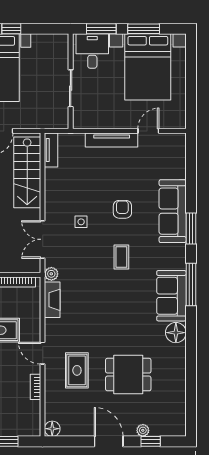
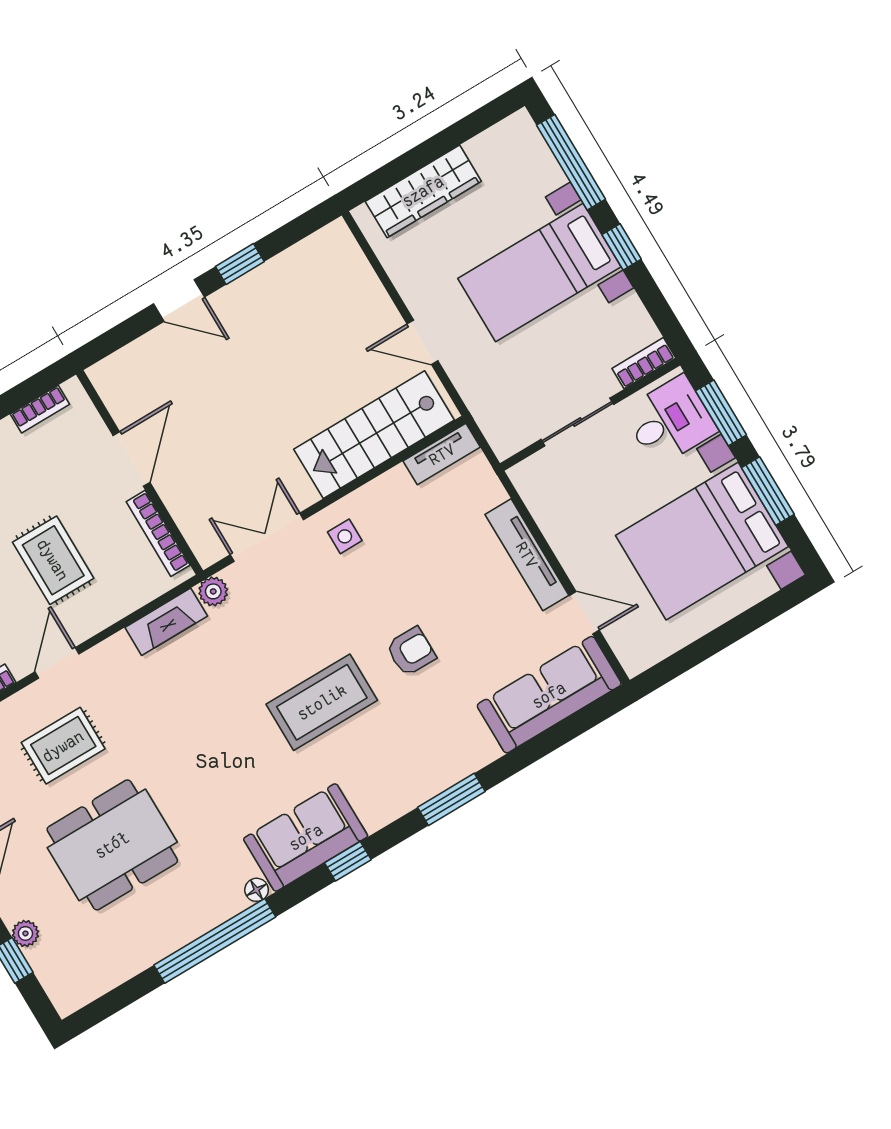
bookcase: (63, 48) -> (644, 363), added
sofa: (173, 211) -> (549, 695), moved
side table: (81, 222) -> (345, 536), moved
coffee table: (121, 257) -> (322, 702), width x1.86, depth x1.72
window: (191, 285) -> (348, 861), width x0.46
floor lamp: (176, 333) -> (257, 890), width x0.53, depth x0.53
window: (191, 357) -> (215, 941), added
dining table: (128, 375) -> (112, 845), width x1.37

